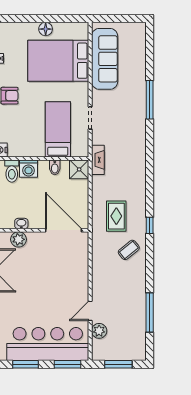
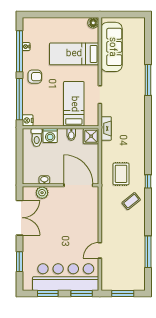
floor lamp: (46, 29) -> (93, 23), moved
bed: (58, 61) -> (74, 54), width x0.67
plant: (99, 331) -> (107, 266), removed

